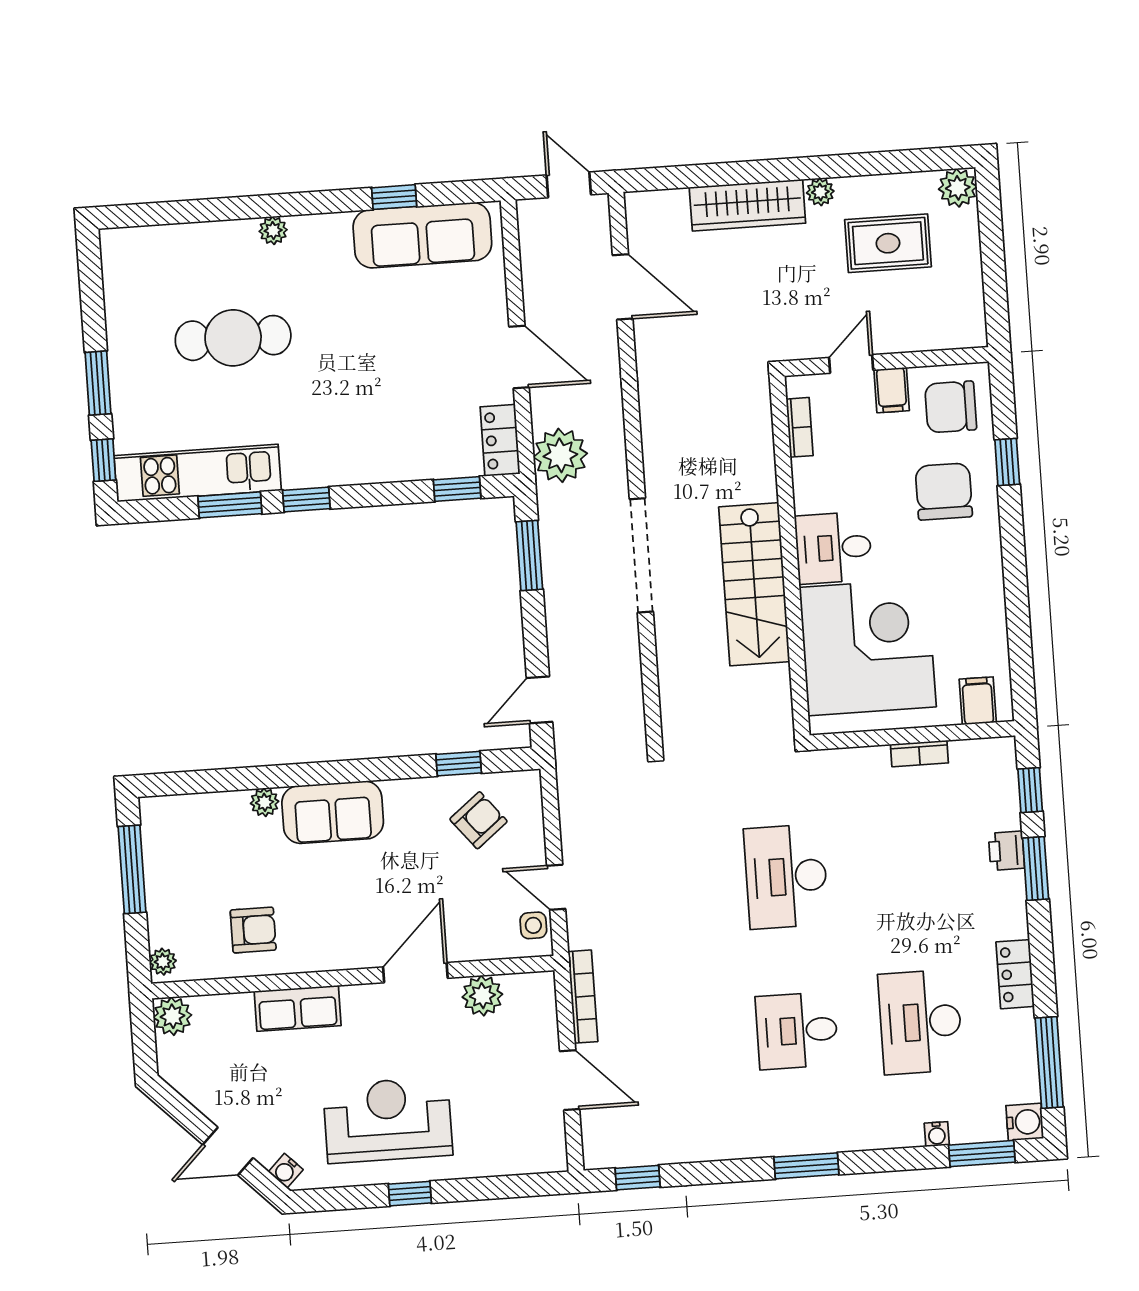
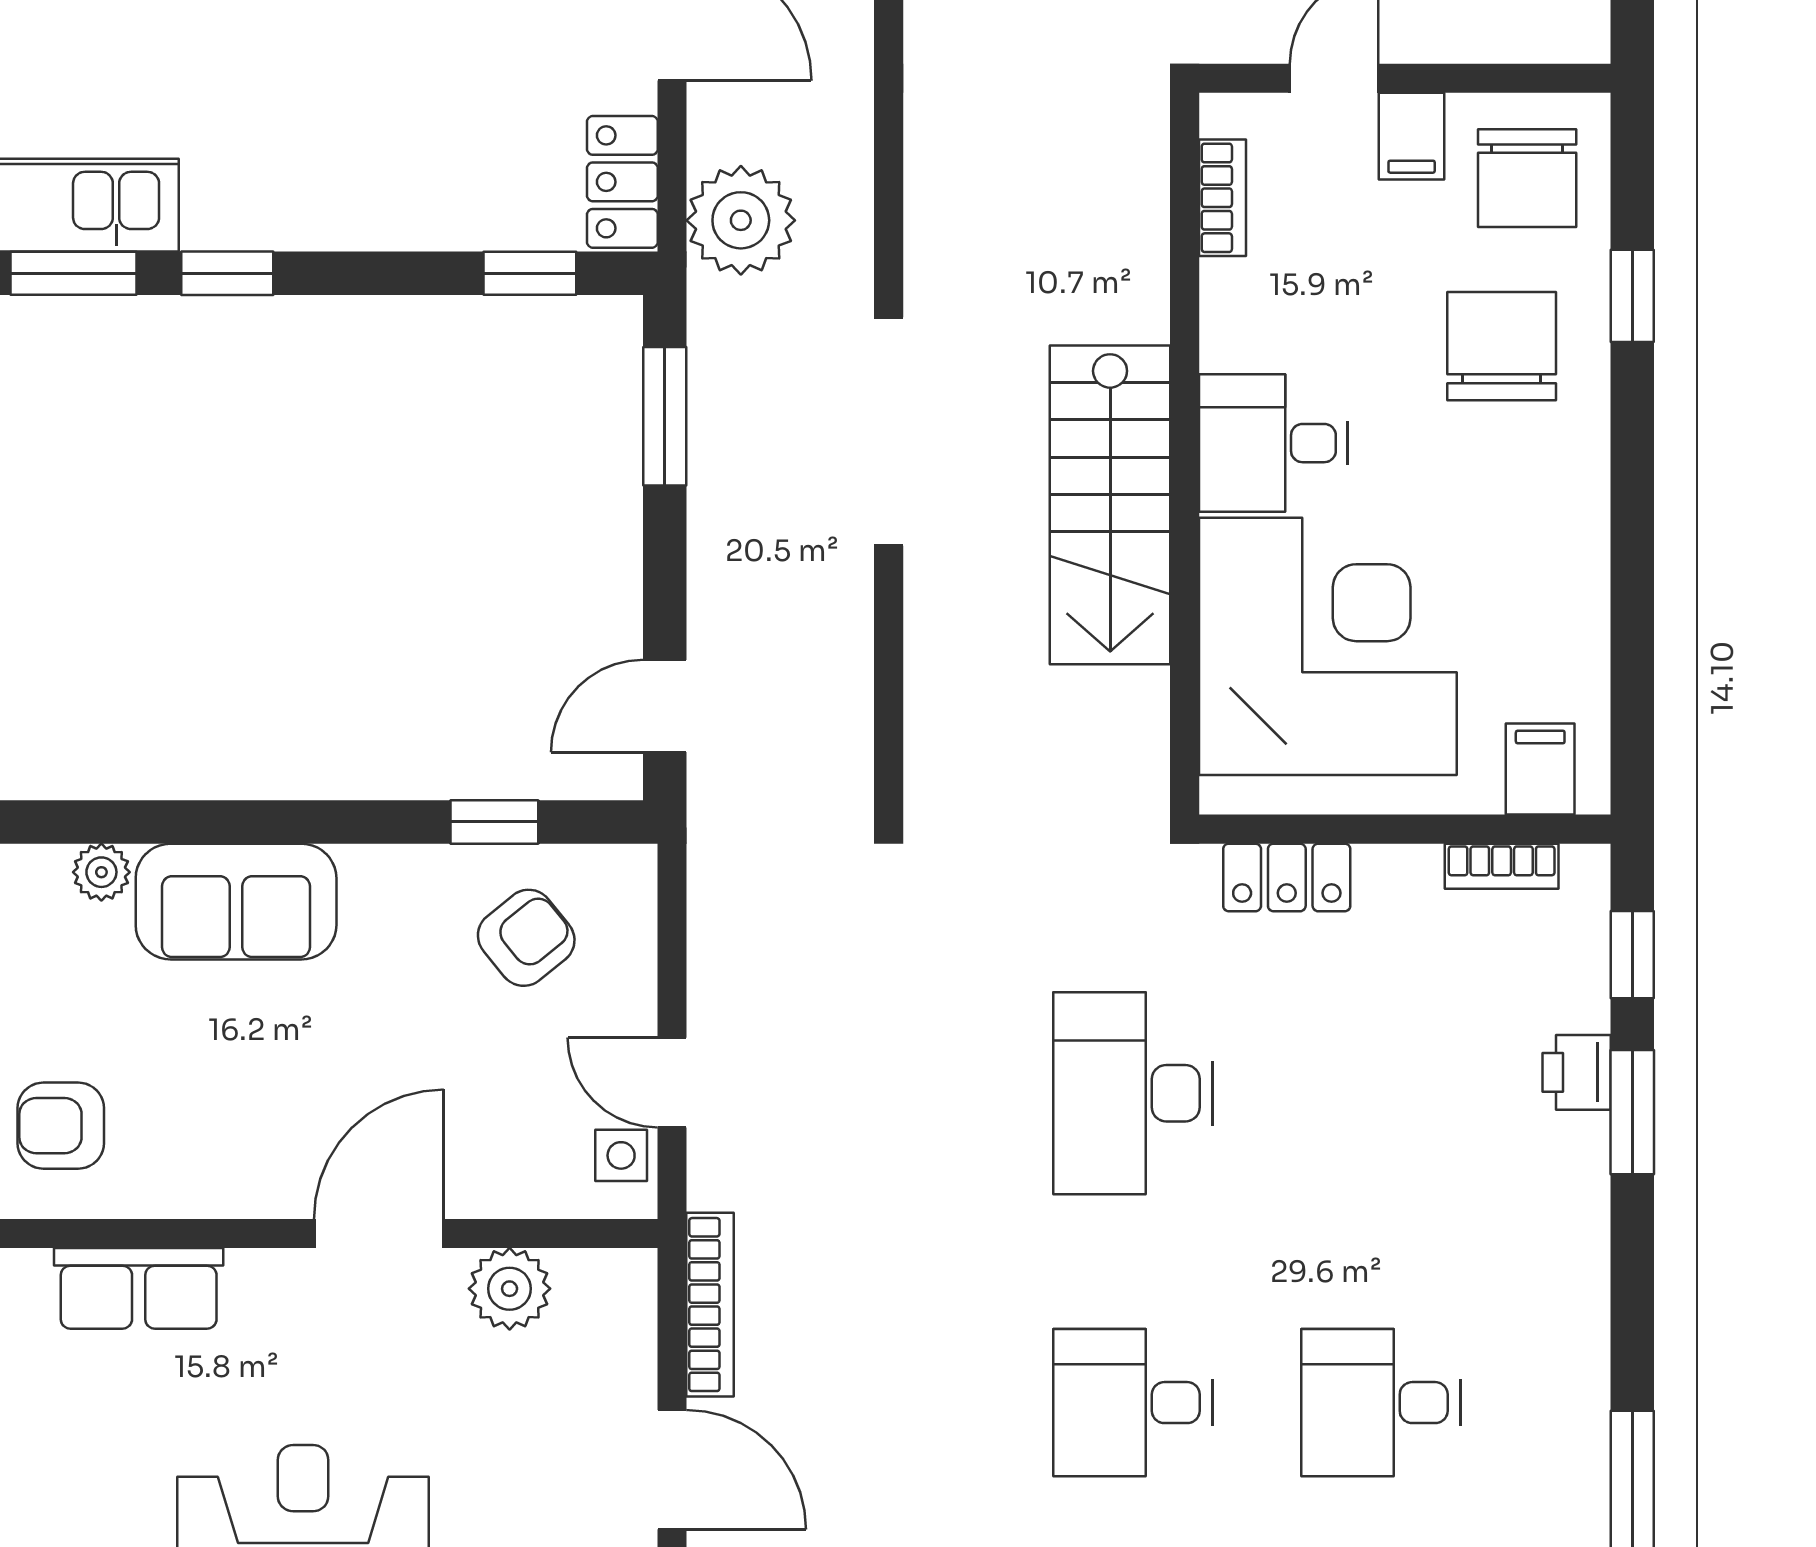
chair: (951, 407) -> (1527, 178), turned -90
bookcase: (919, 754) -> (1502, 866), moved
armchair: (253, 930) -> (61, 1126), turned 180
locker: (1015, 974) -> (1287, 877), moved, turned -90
desk: (920, 1022) -> (1381, 1403), width x0.73

